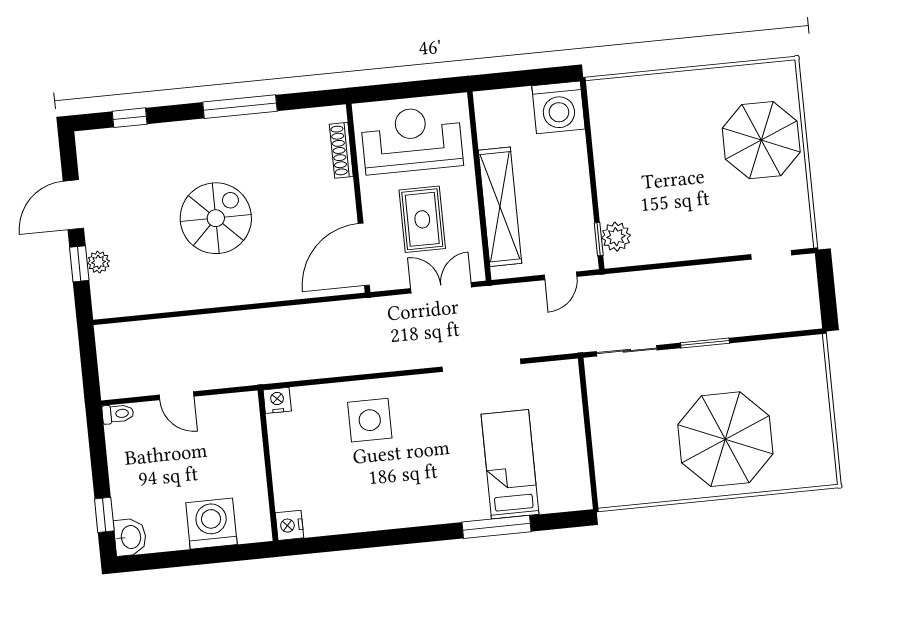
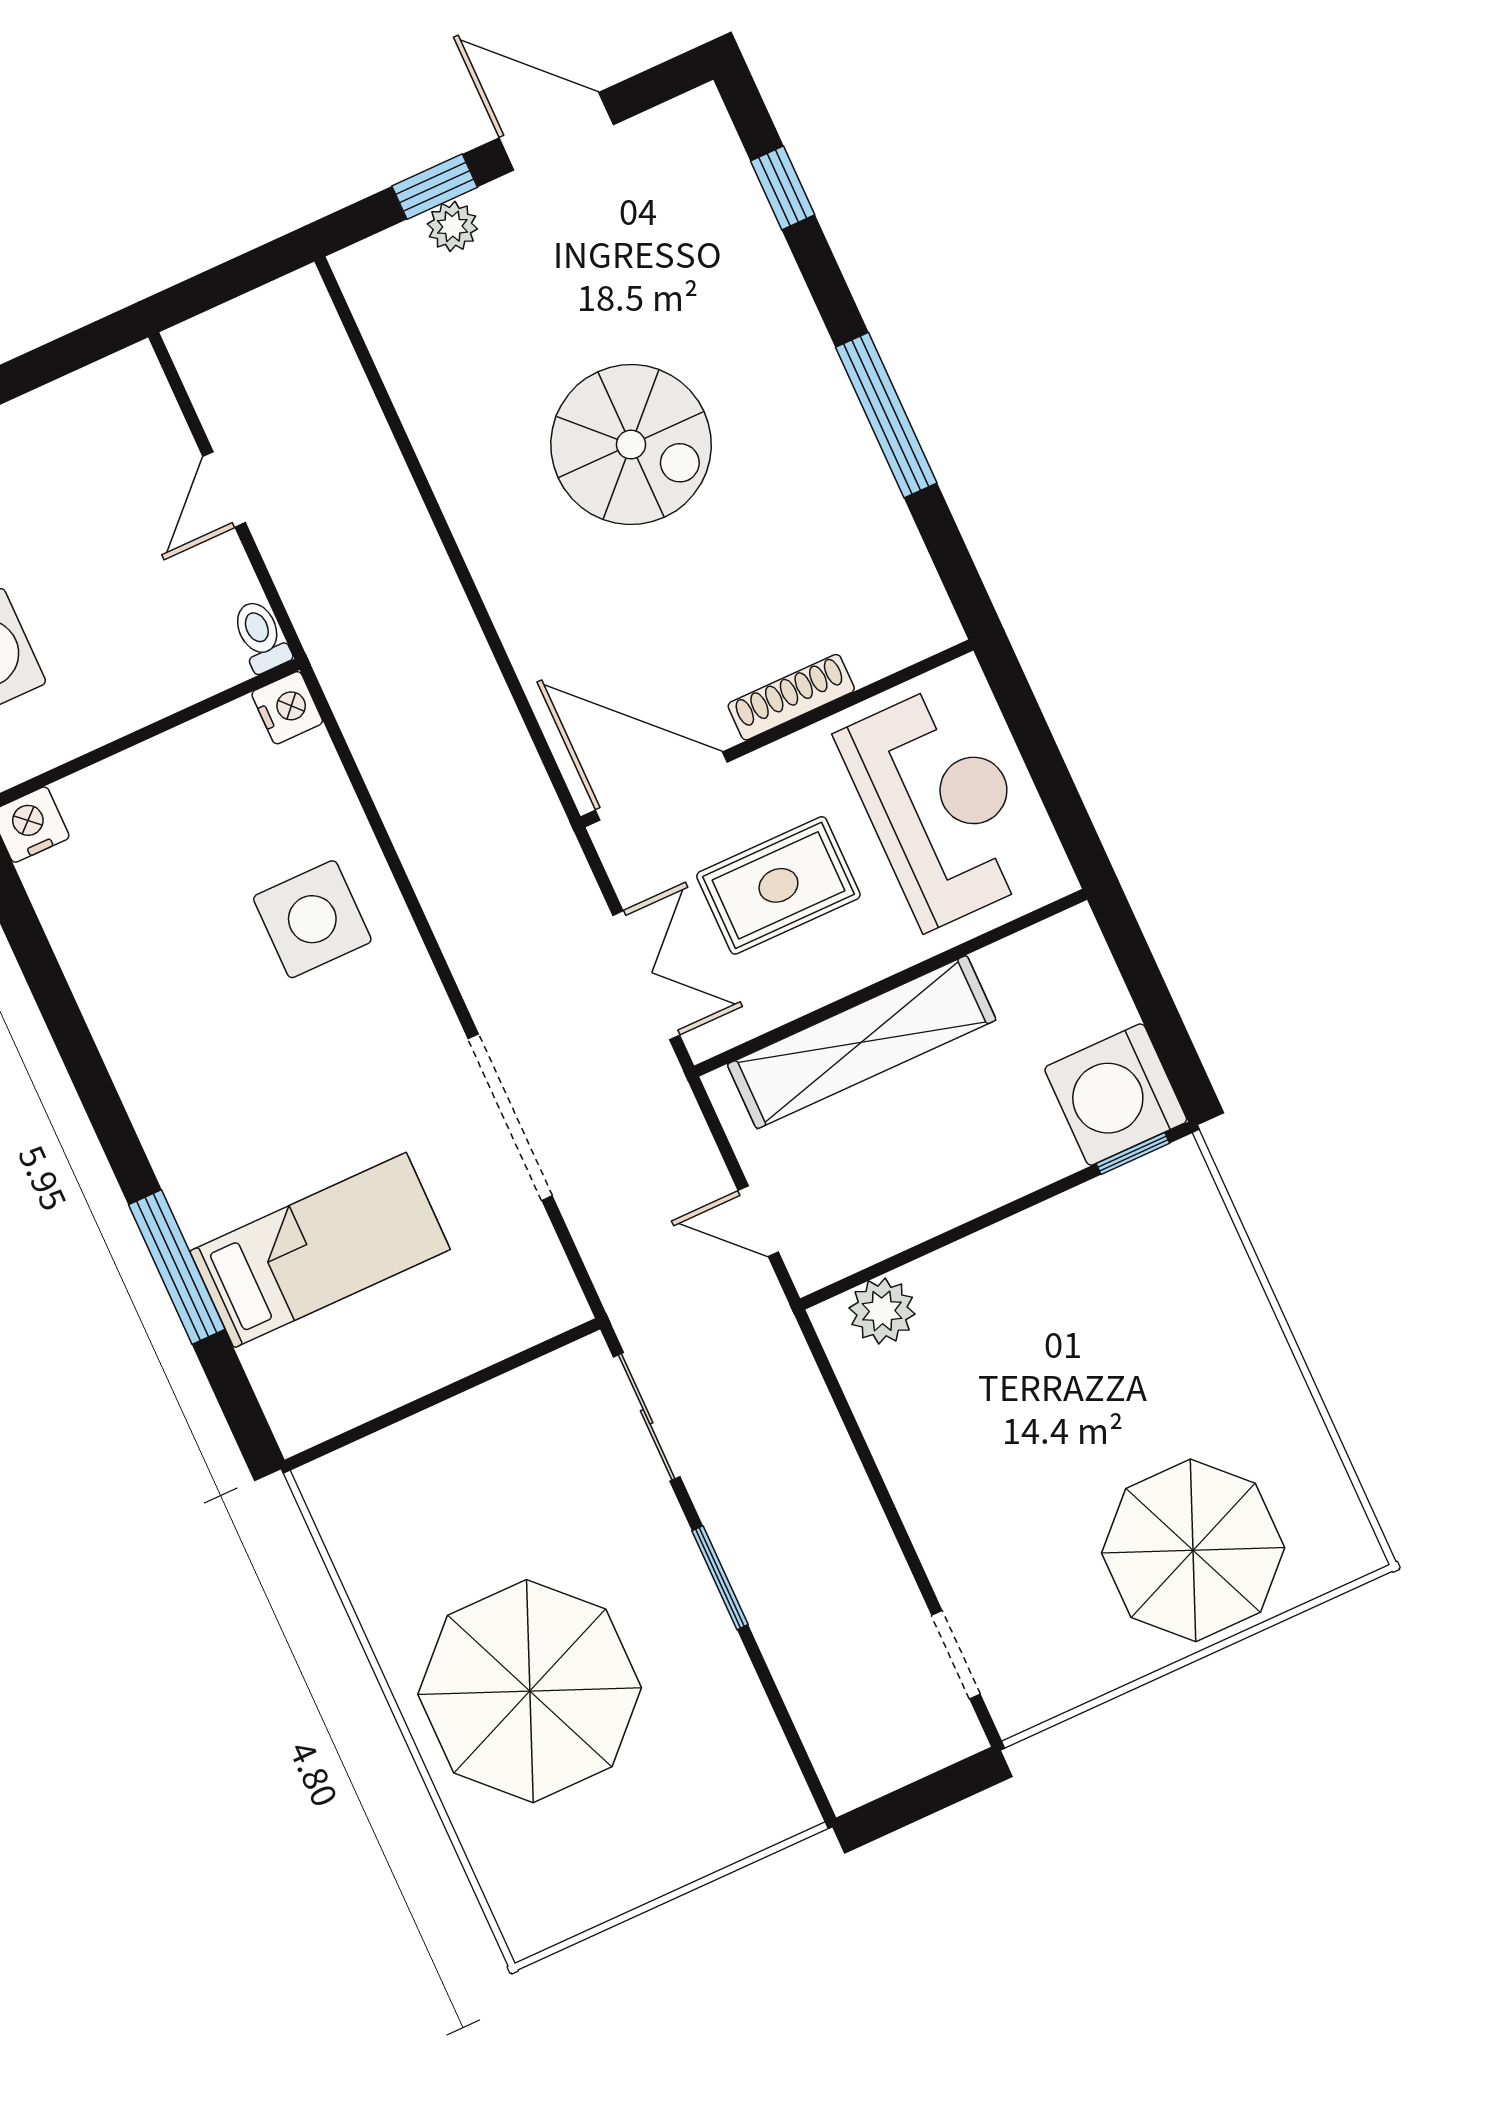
shoe rack: (341, 150) -> (791, 697), moved
window: (599, 239) -> (1133, 1153), moved
toilet: (118, 414) -> (261, 636), moved, turned 180

